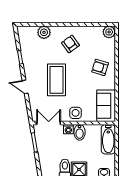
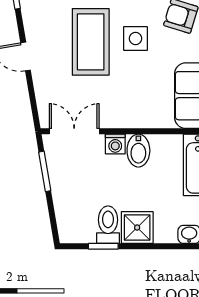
side table: (76, 113) -> (136, 38), moved

